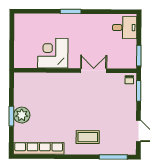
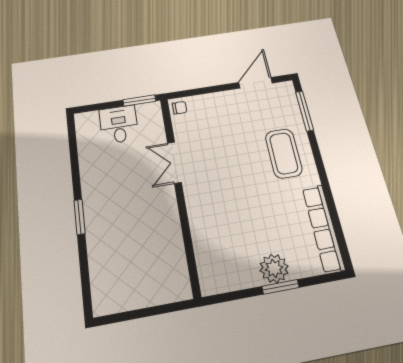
desk: (125, 28) -> (119, 124), moved
corner desk: (53, 53) -> (156, 234), removed
window: (139, 91) -> (194, 92), removed
coffee table: (88, 137) -> (284, 153), width x1.36, depth x1.32

